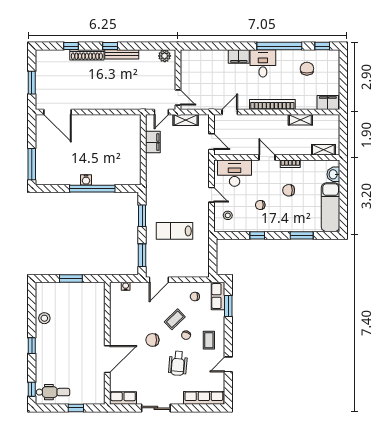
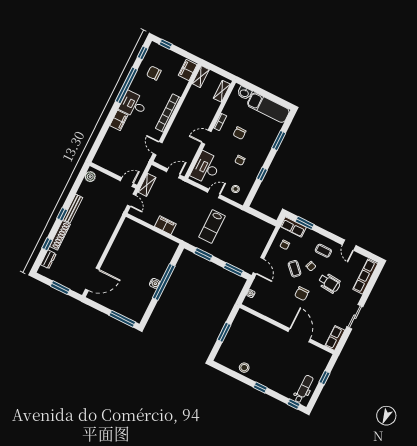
dresser: (56, 55) -> (48, 259), added
window: (343, 66) -> (166, 44), added
shelving: (300, 120) -> (201, 77), moved
filing cabinet: (153, 142) -> (165, 225), moved
lab bench: (174, 231) -> (212, 227), moved

